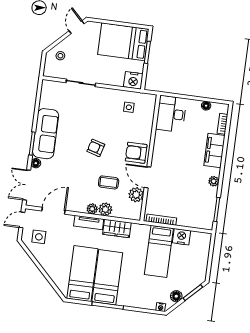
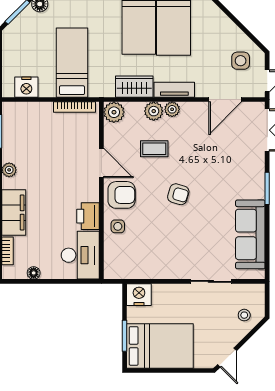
side table: (129, 107) -> (118, 226), moved
sofa: (46, 134) -> (250, 234), moved
printer: (162, 141) -> (88, 216), added
floor lamp: (36, 163) -> (258, 162), removed
plant: (136, 195) -> (114, 112), moved
nightstand: (181, 237) -> (26, 87), moved

